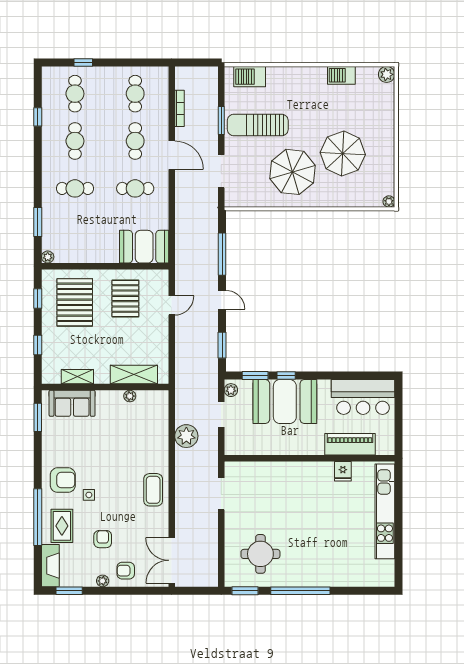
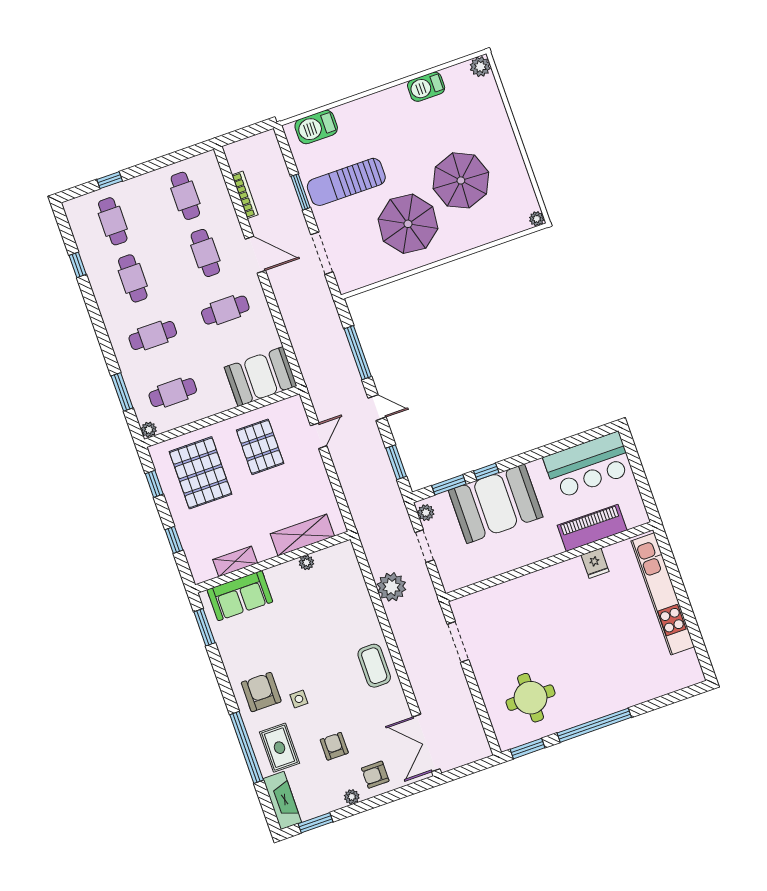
cafe table: (75, 236) -> (173, 393), added
armchair: (63, 480) -> (261, 692), turned -90

